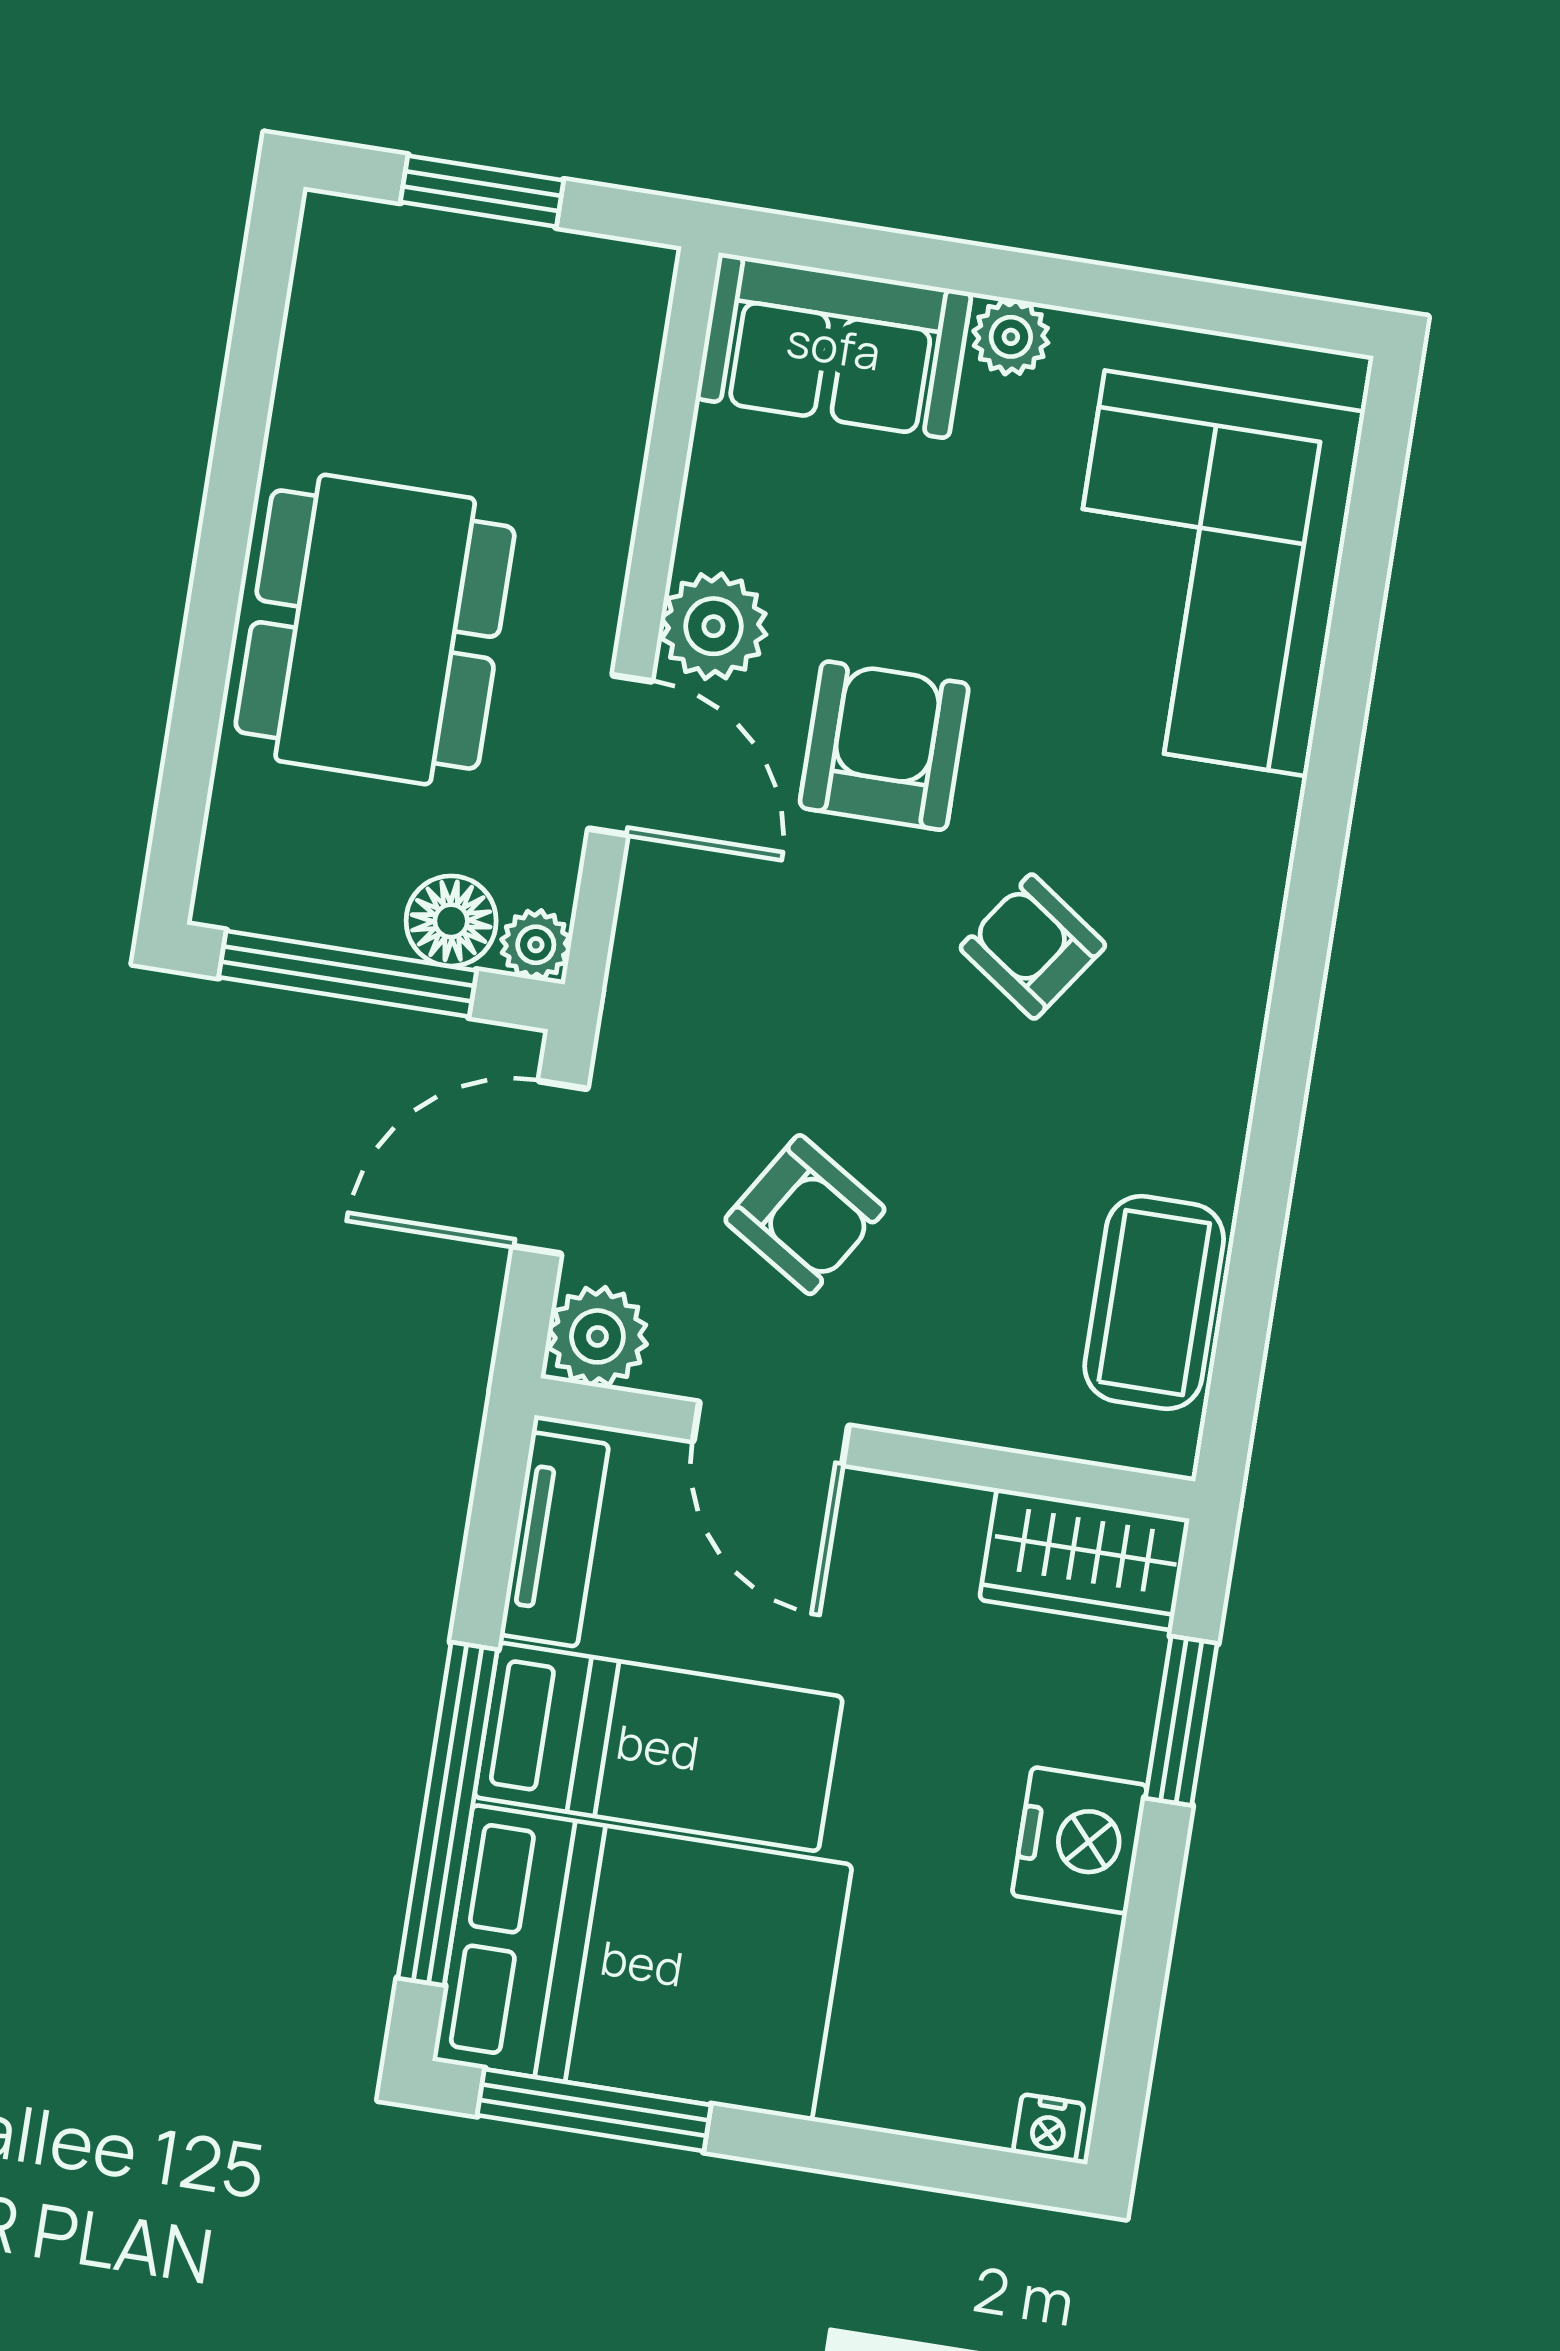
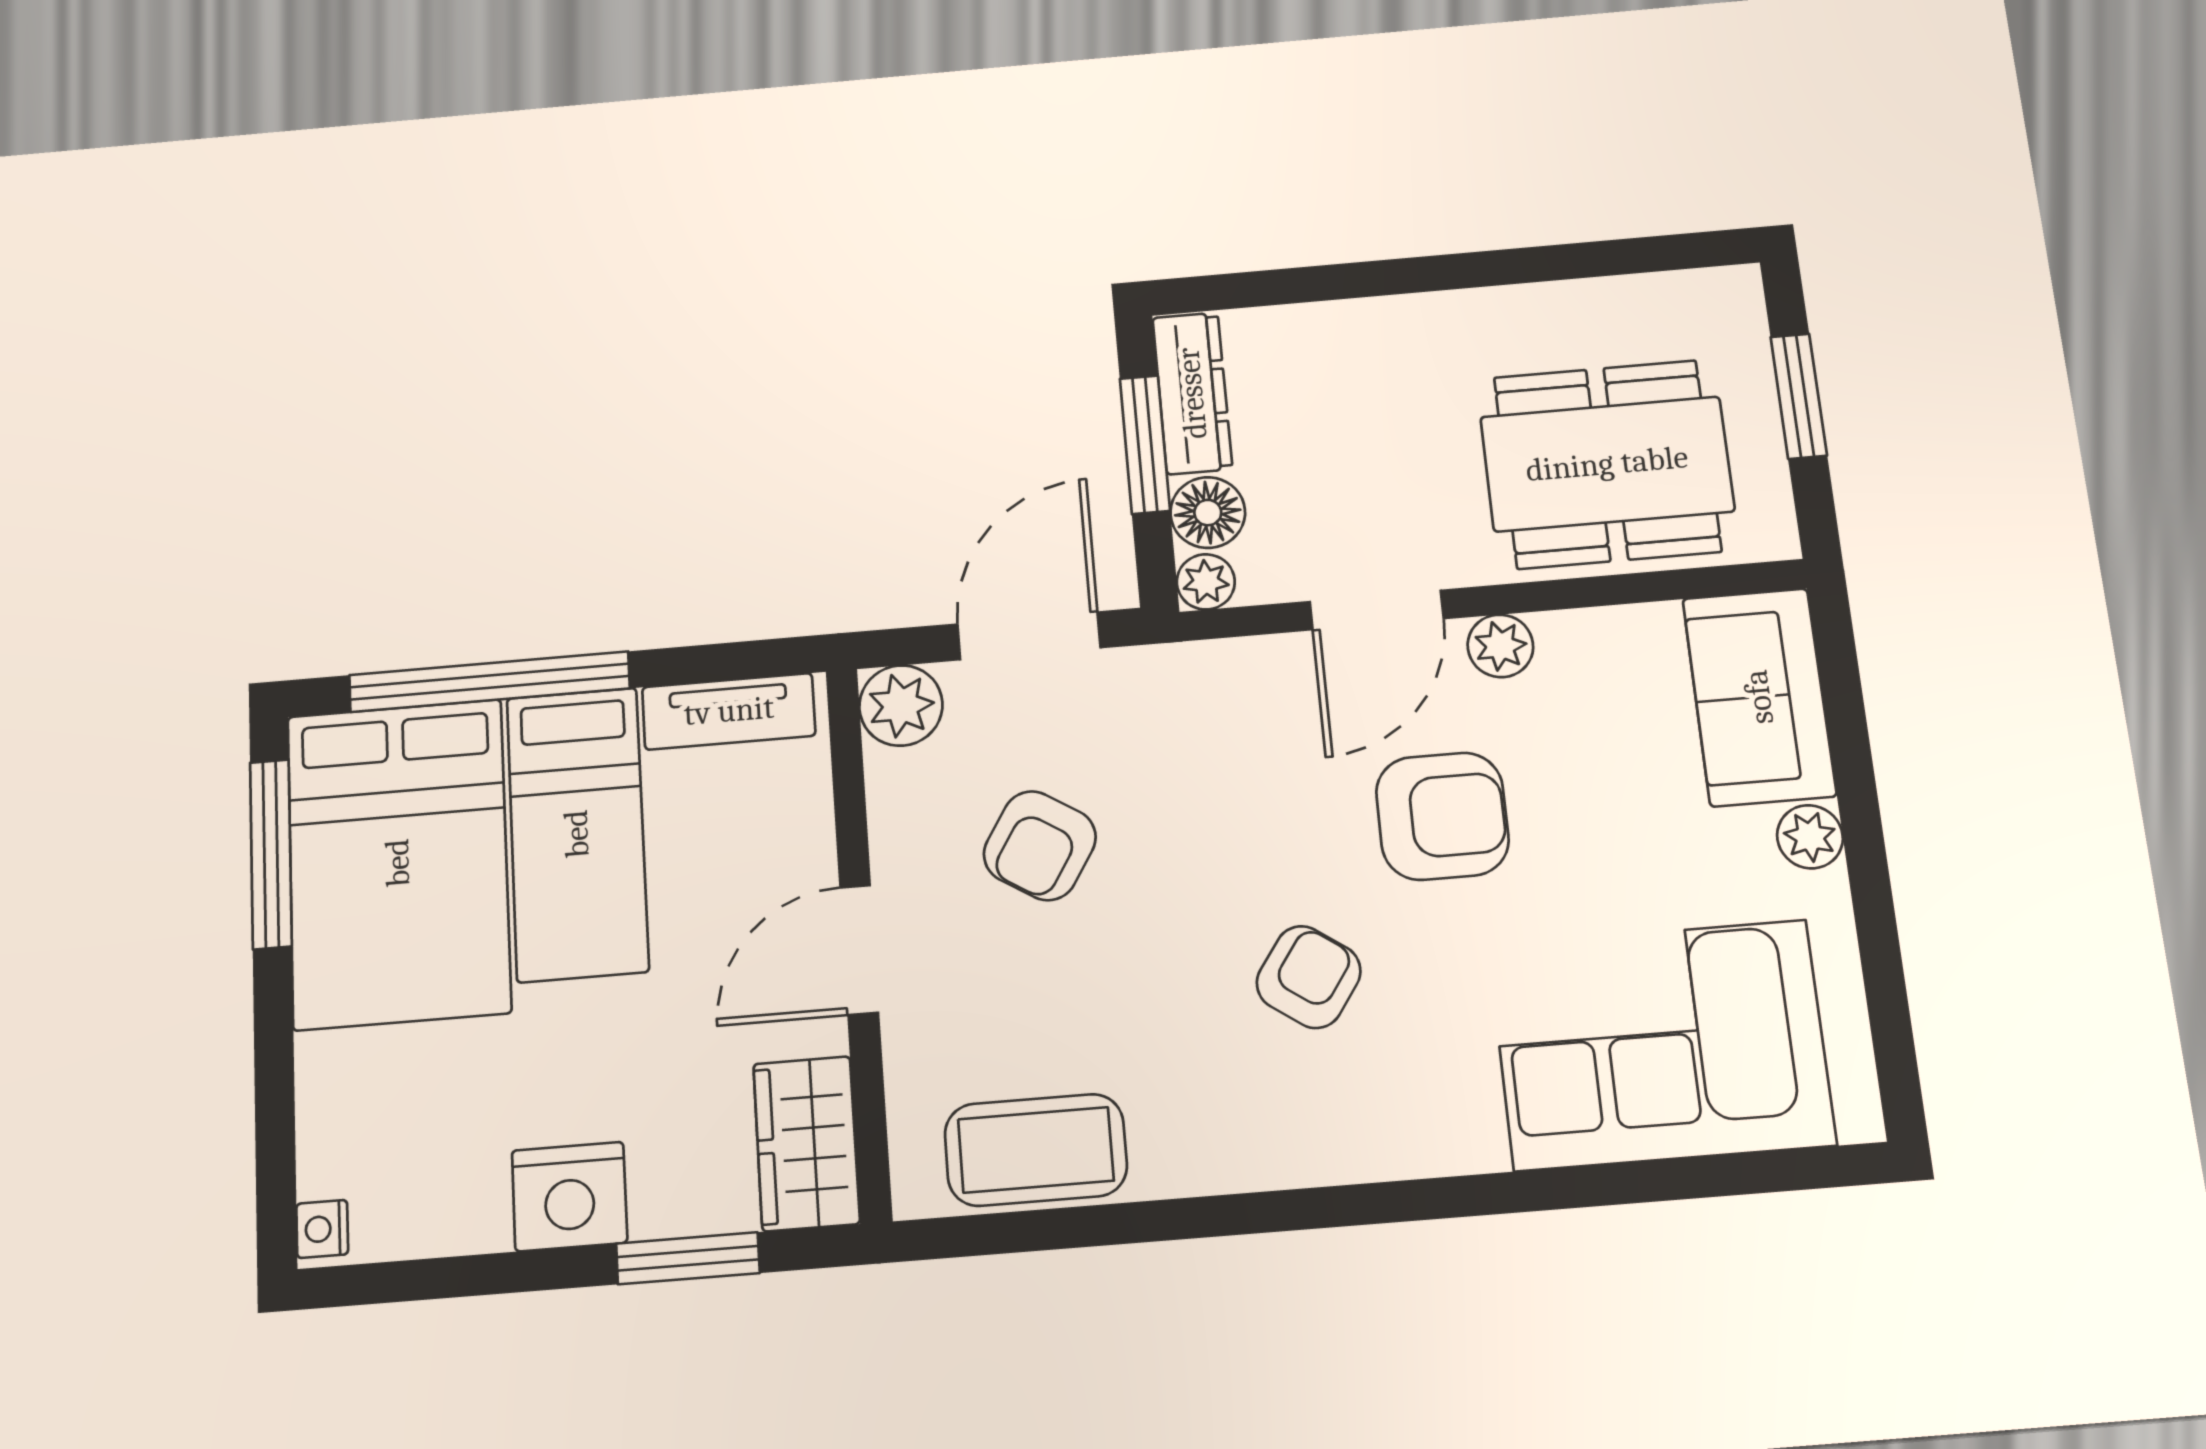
plant: (713, 626) -> (1500, 646), width x0.73, depth x0.73
dining table: (375, 630) -> (1607, 464), moved
dresser: (297, 902) -> (1192, 393), added
window: (348, 974) -> (1145, 445), width x0.69
door: (550, 1167) -> (1029, 636), hinge flipped
door: (771, 1433) -> (859, 950), moved

